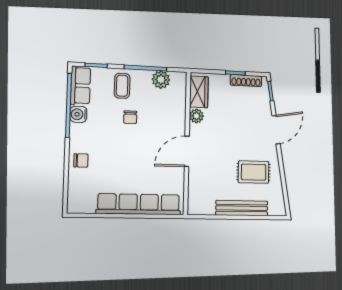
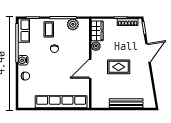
water cooler: (78, 114) -> (23, 60), moved
rug: (254, 172) -> (119, 67), moved

